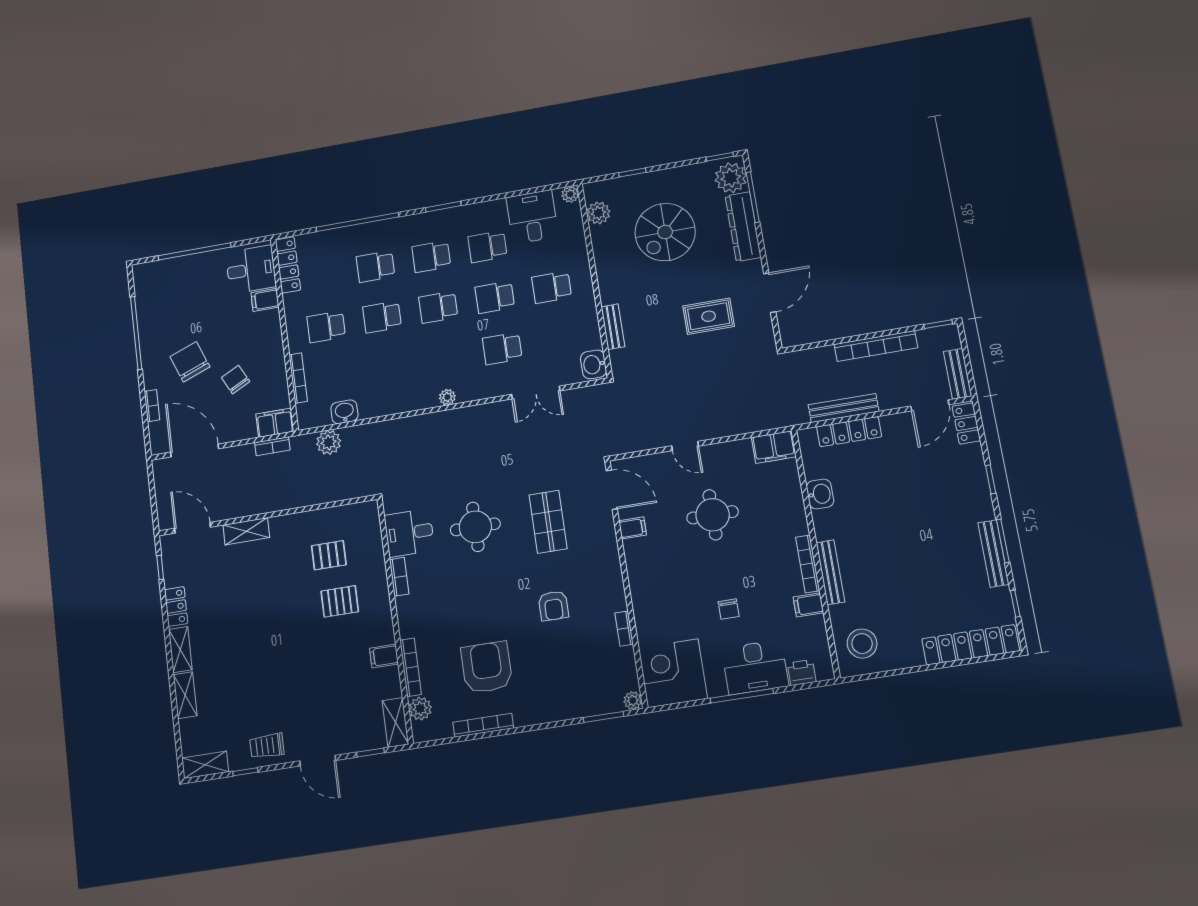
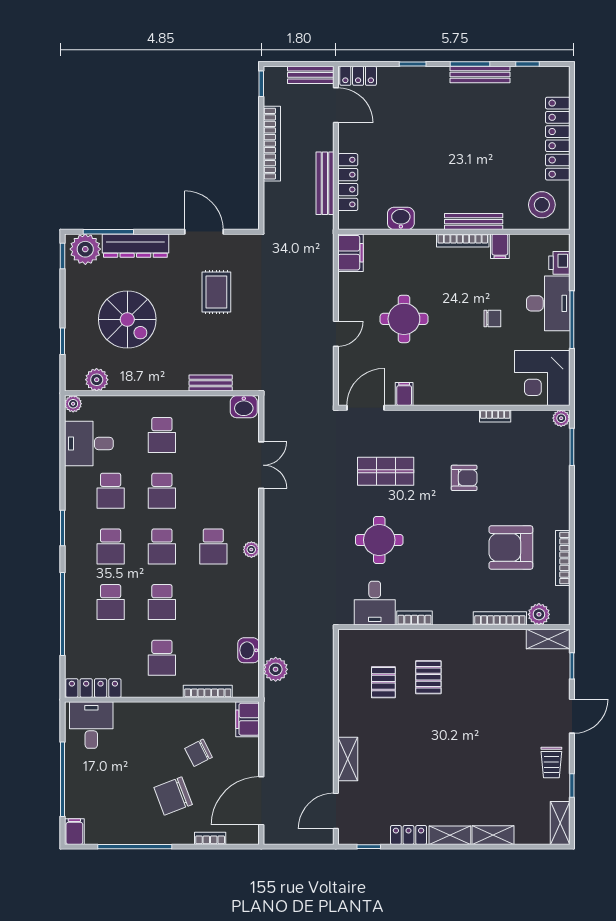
filing cabinet: (265, 300) -> (74, 832), moved, turned 180
school desk: (502, 349) -> (213, 546), moved
bookcase: (272, 446) -> (270, 724), removed
locker: (971, 645) -> (558, 139), moved
filing cabinet: (384, 656) -> (486, 642), removed

